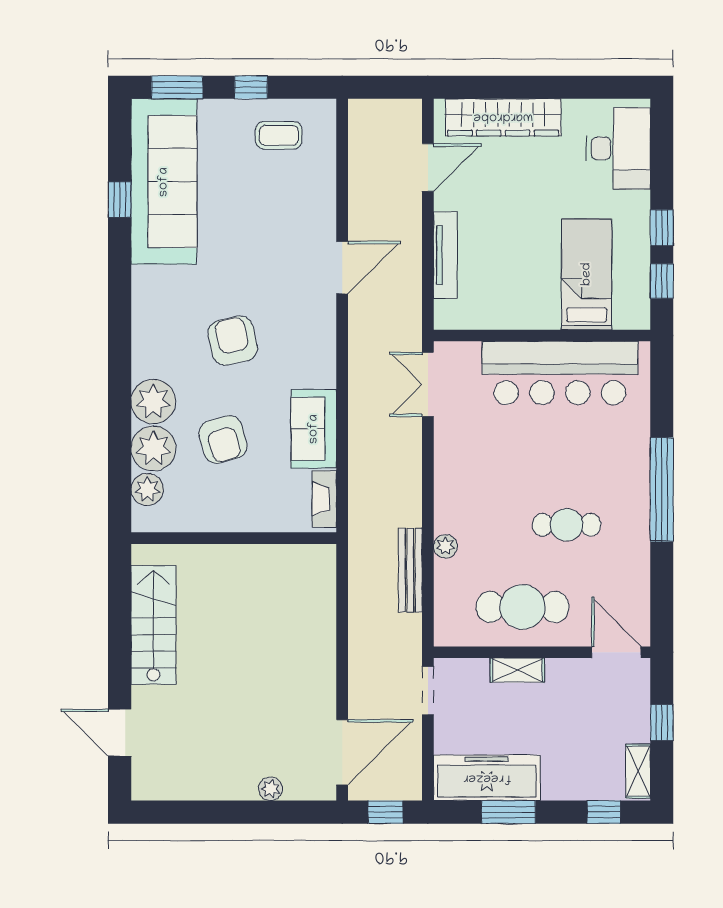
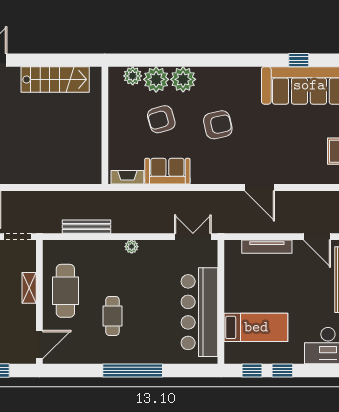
plant: (445, 546) -> (132, 247), moved

